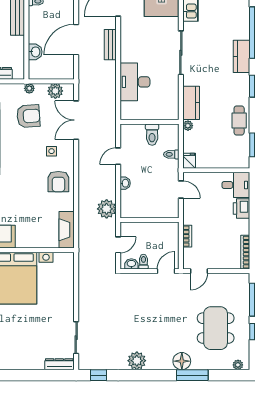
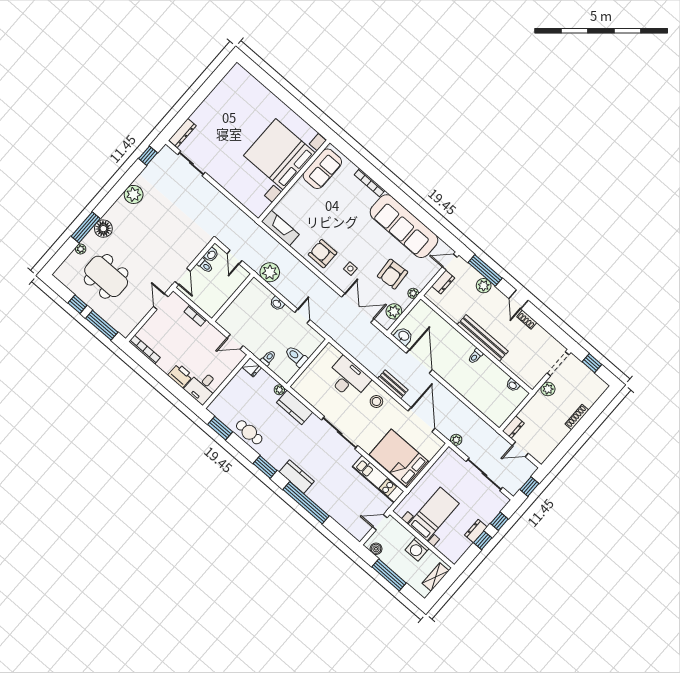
stool: (134, 46) -> (376, 401), added
washbasin: (35, 52) -> (404, 336), moved, turned 180
plant: (238, 365) -> (81, 249), moved

